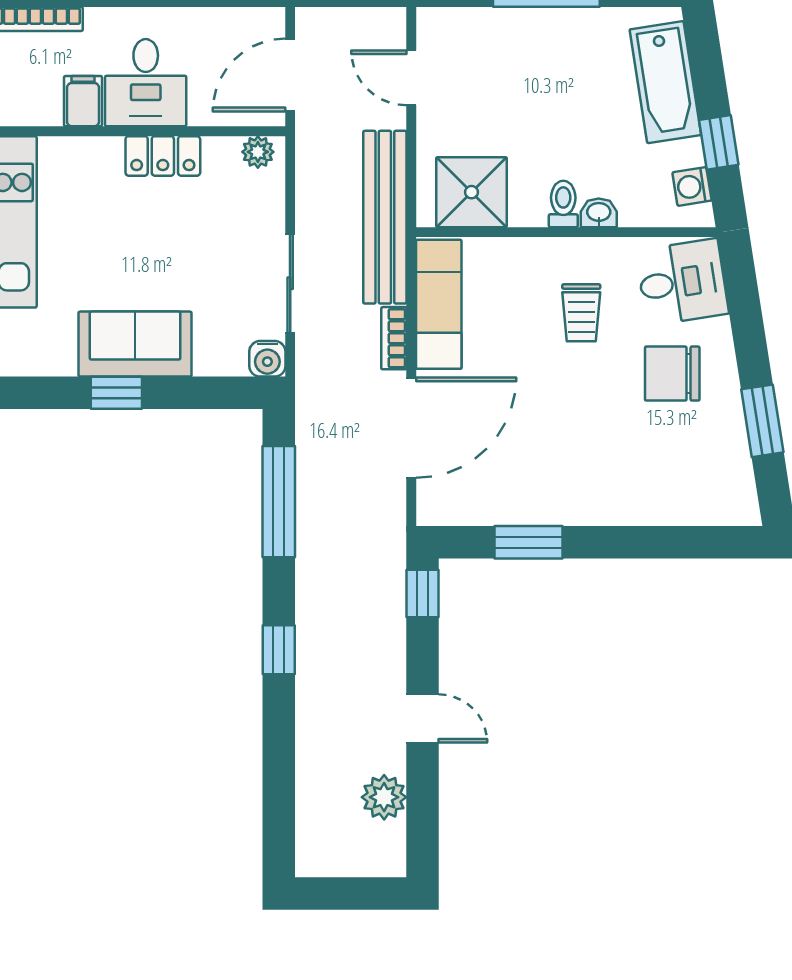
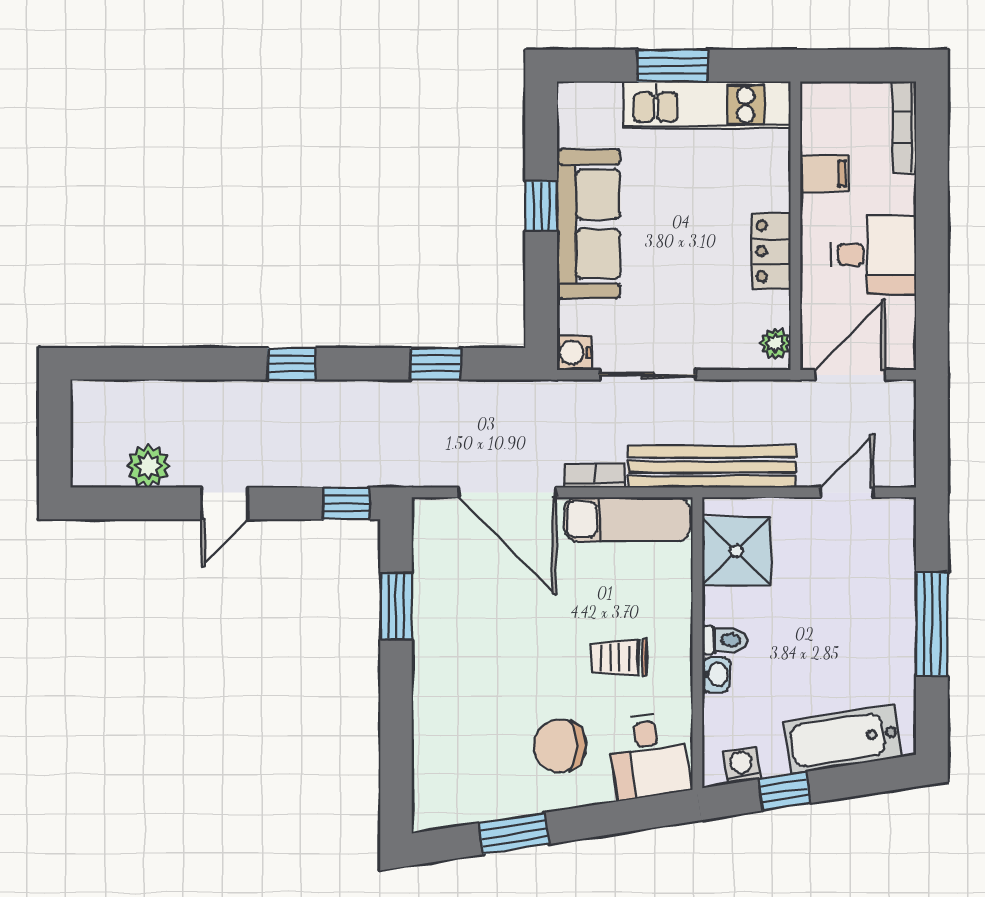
door: (290, 75) -> (850, 375), hinge flipped
desk: (146, 83) -> (874, 255), moved, turned 180
sofa: (135, 344) -> (589, 224), width x1.36
chair: (672, 374) -> (560, 746), turned -90
window: (279, 502) -> (435, 364), width x0.46

